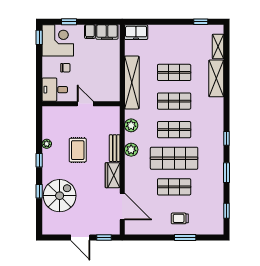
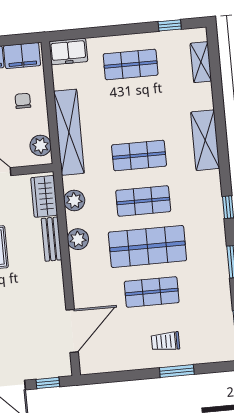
chair: (105, 60) -> (23, 101), added
shop shelf: (174, 72) -> (131, 64), moved
shelving: (216, 78) -> (205, 140), moved
plant: (113, 89) -> (41, 145), added
wardrobe: (113, 175) -> (44, 196), moved
door: (122, 207) -> (72, 331), hinge flipped

